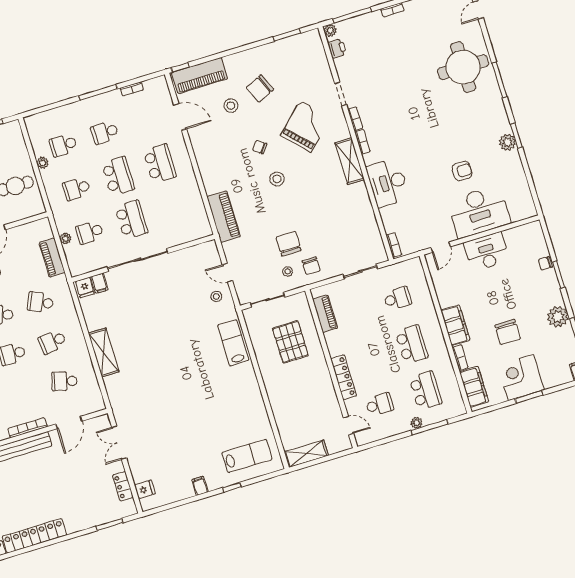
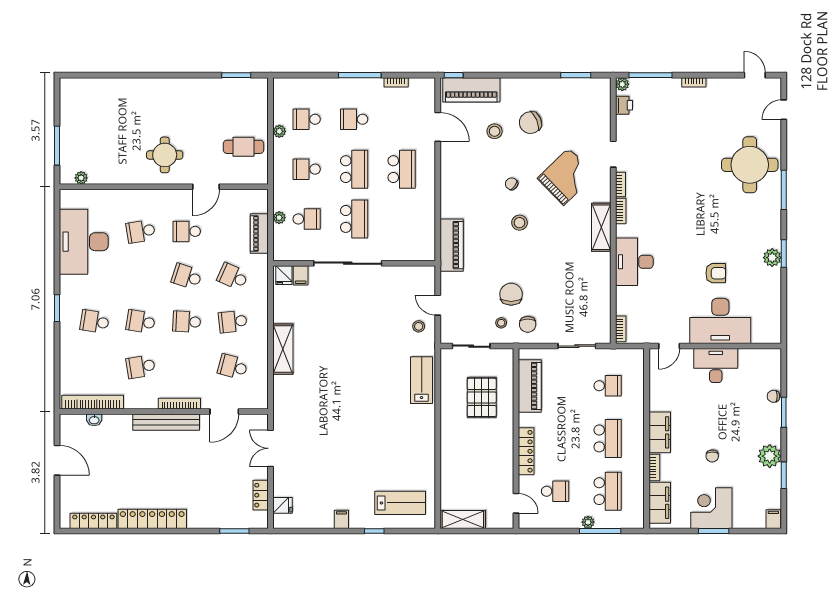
school desk: (90, 232) -> (307, 219), turned 180
piano: (325, 314) -> (530, 386), width x1.37, depth x1.33
chair: (508, 332) -> (712, 456), width x0.54, depth x0.54

